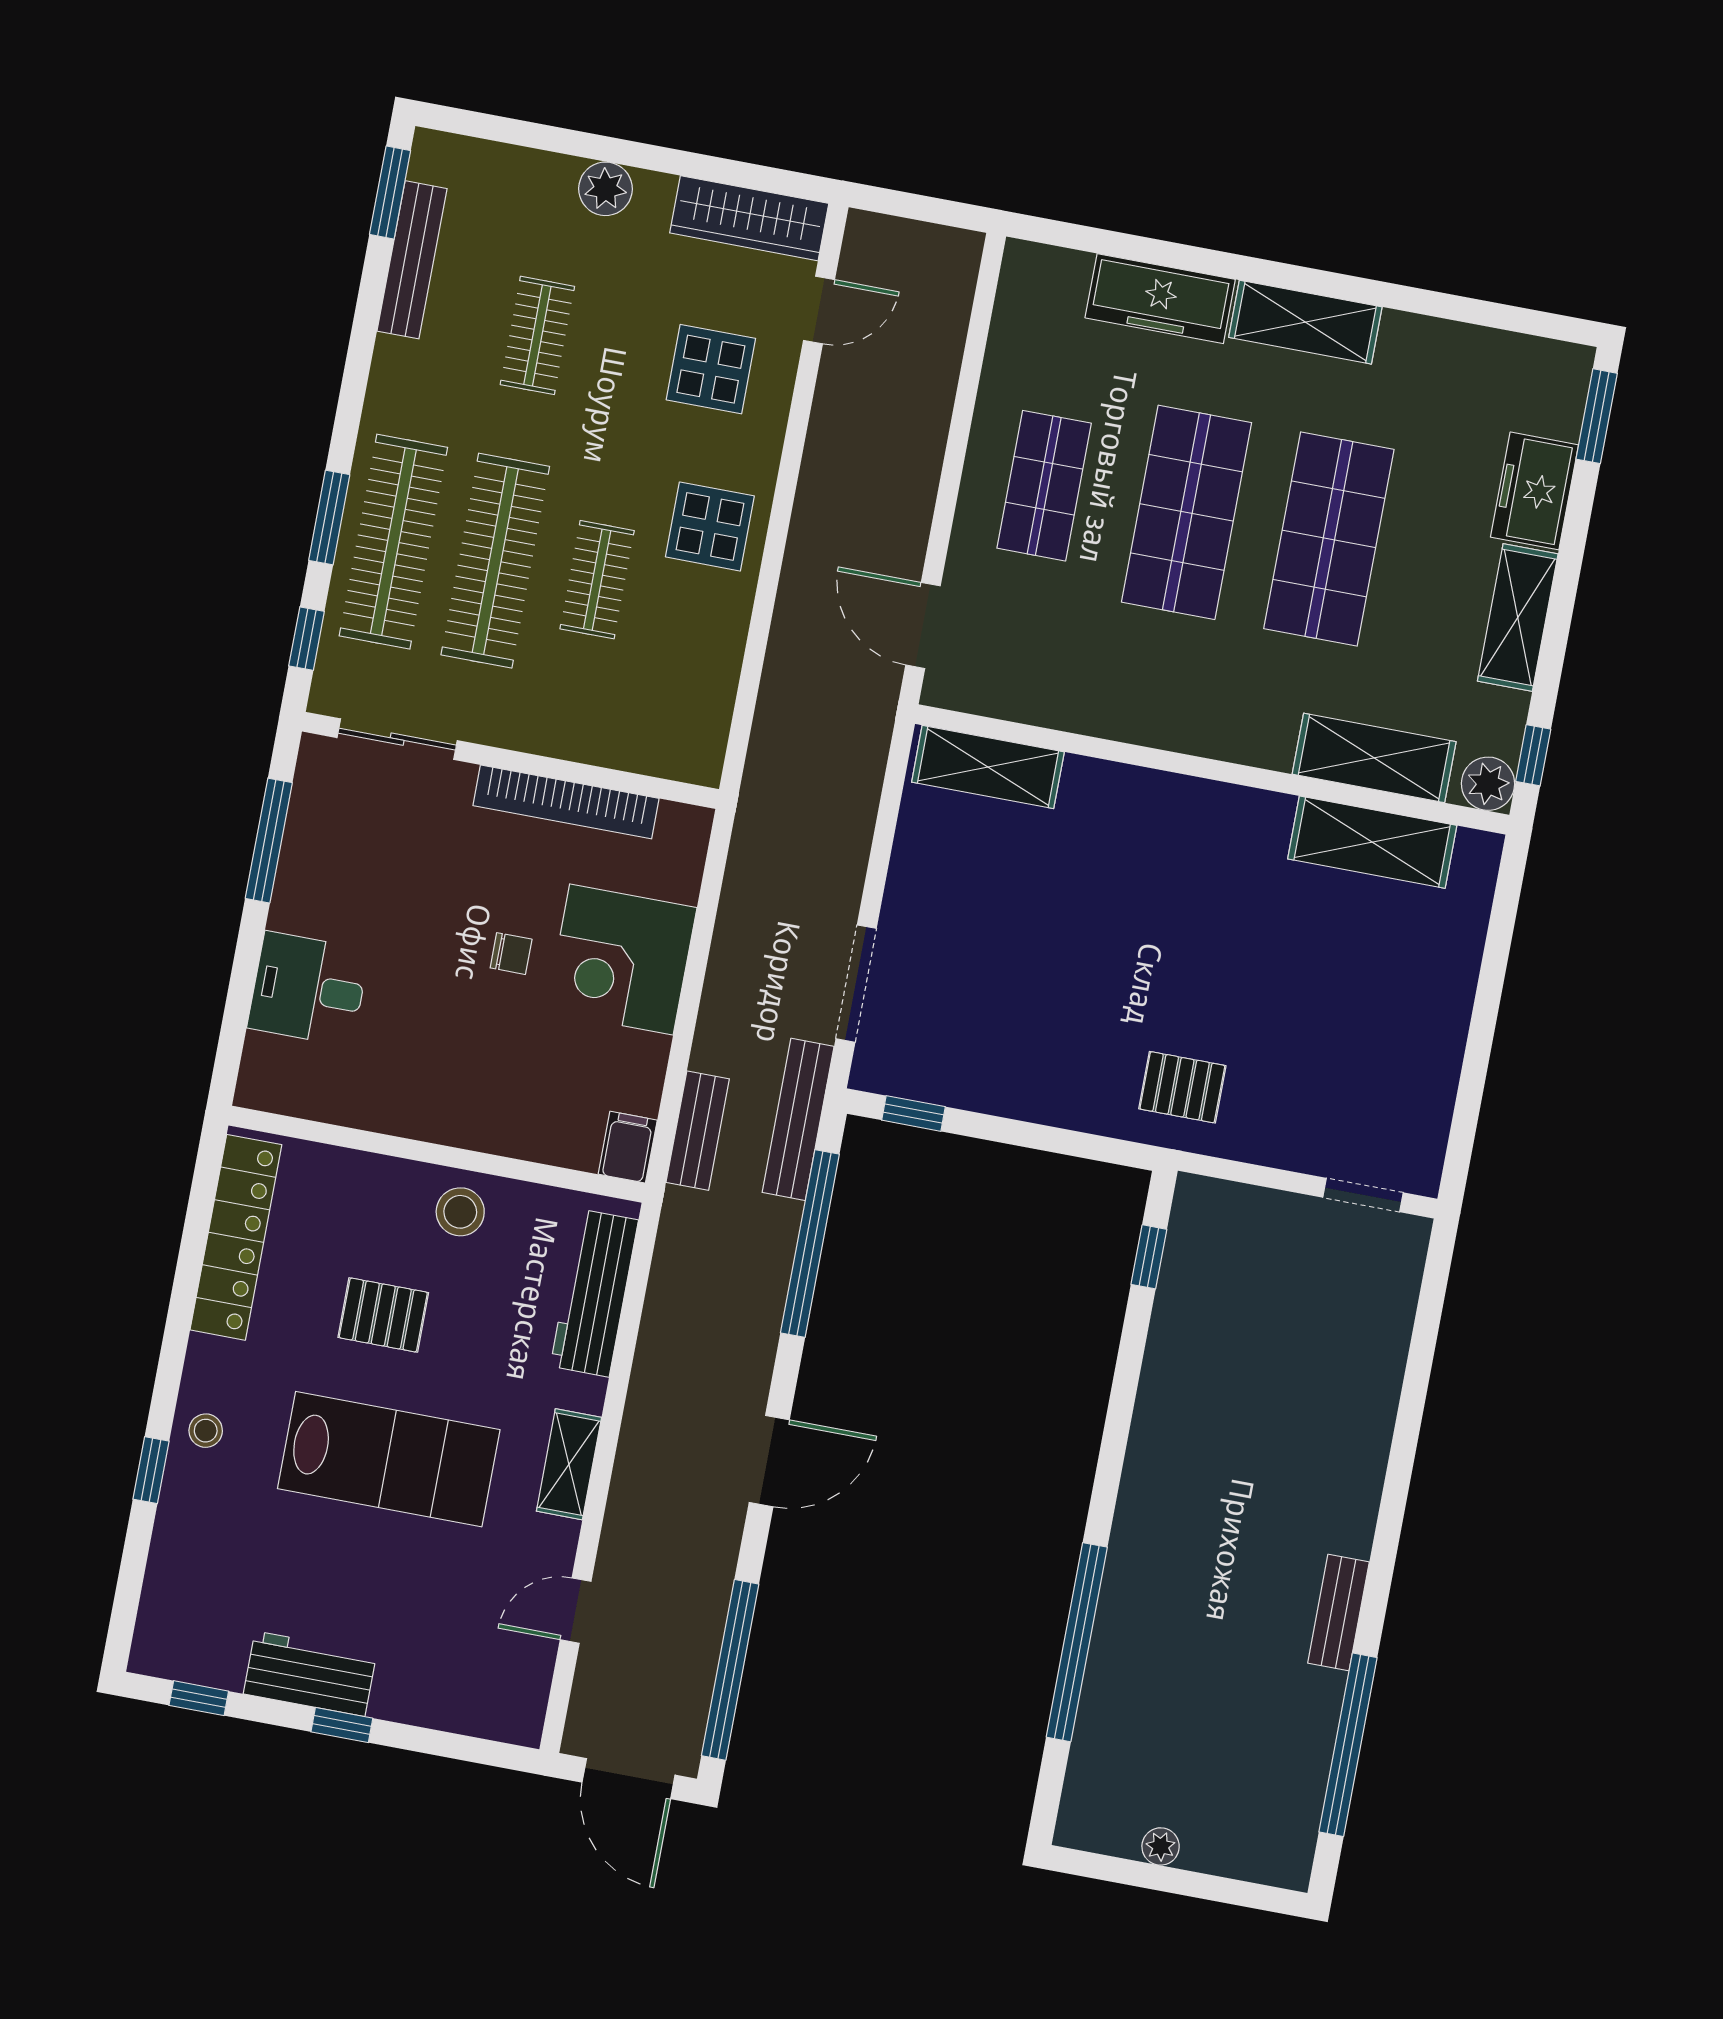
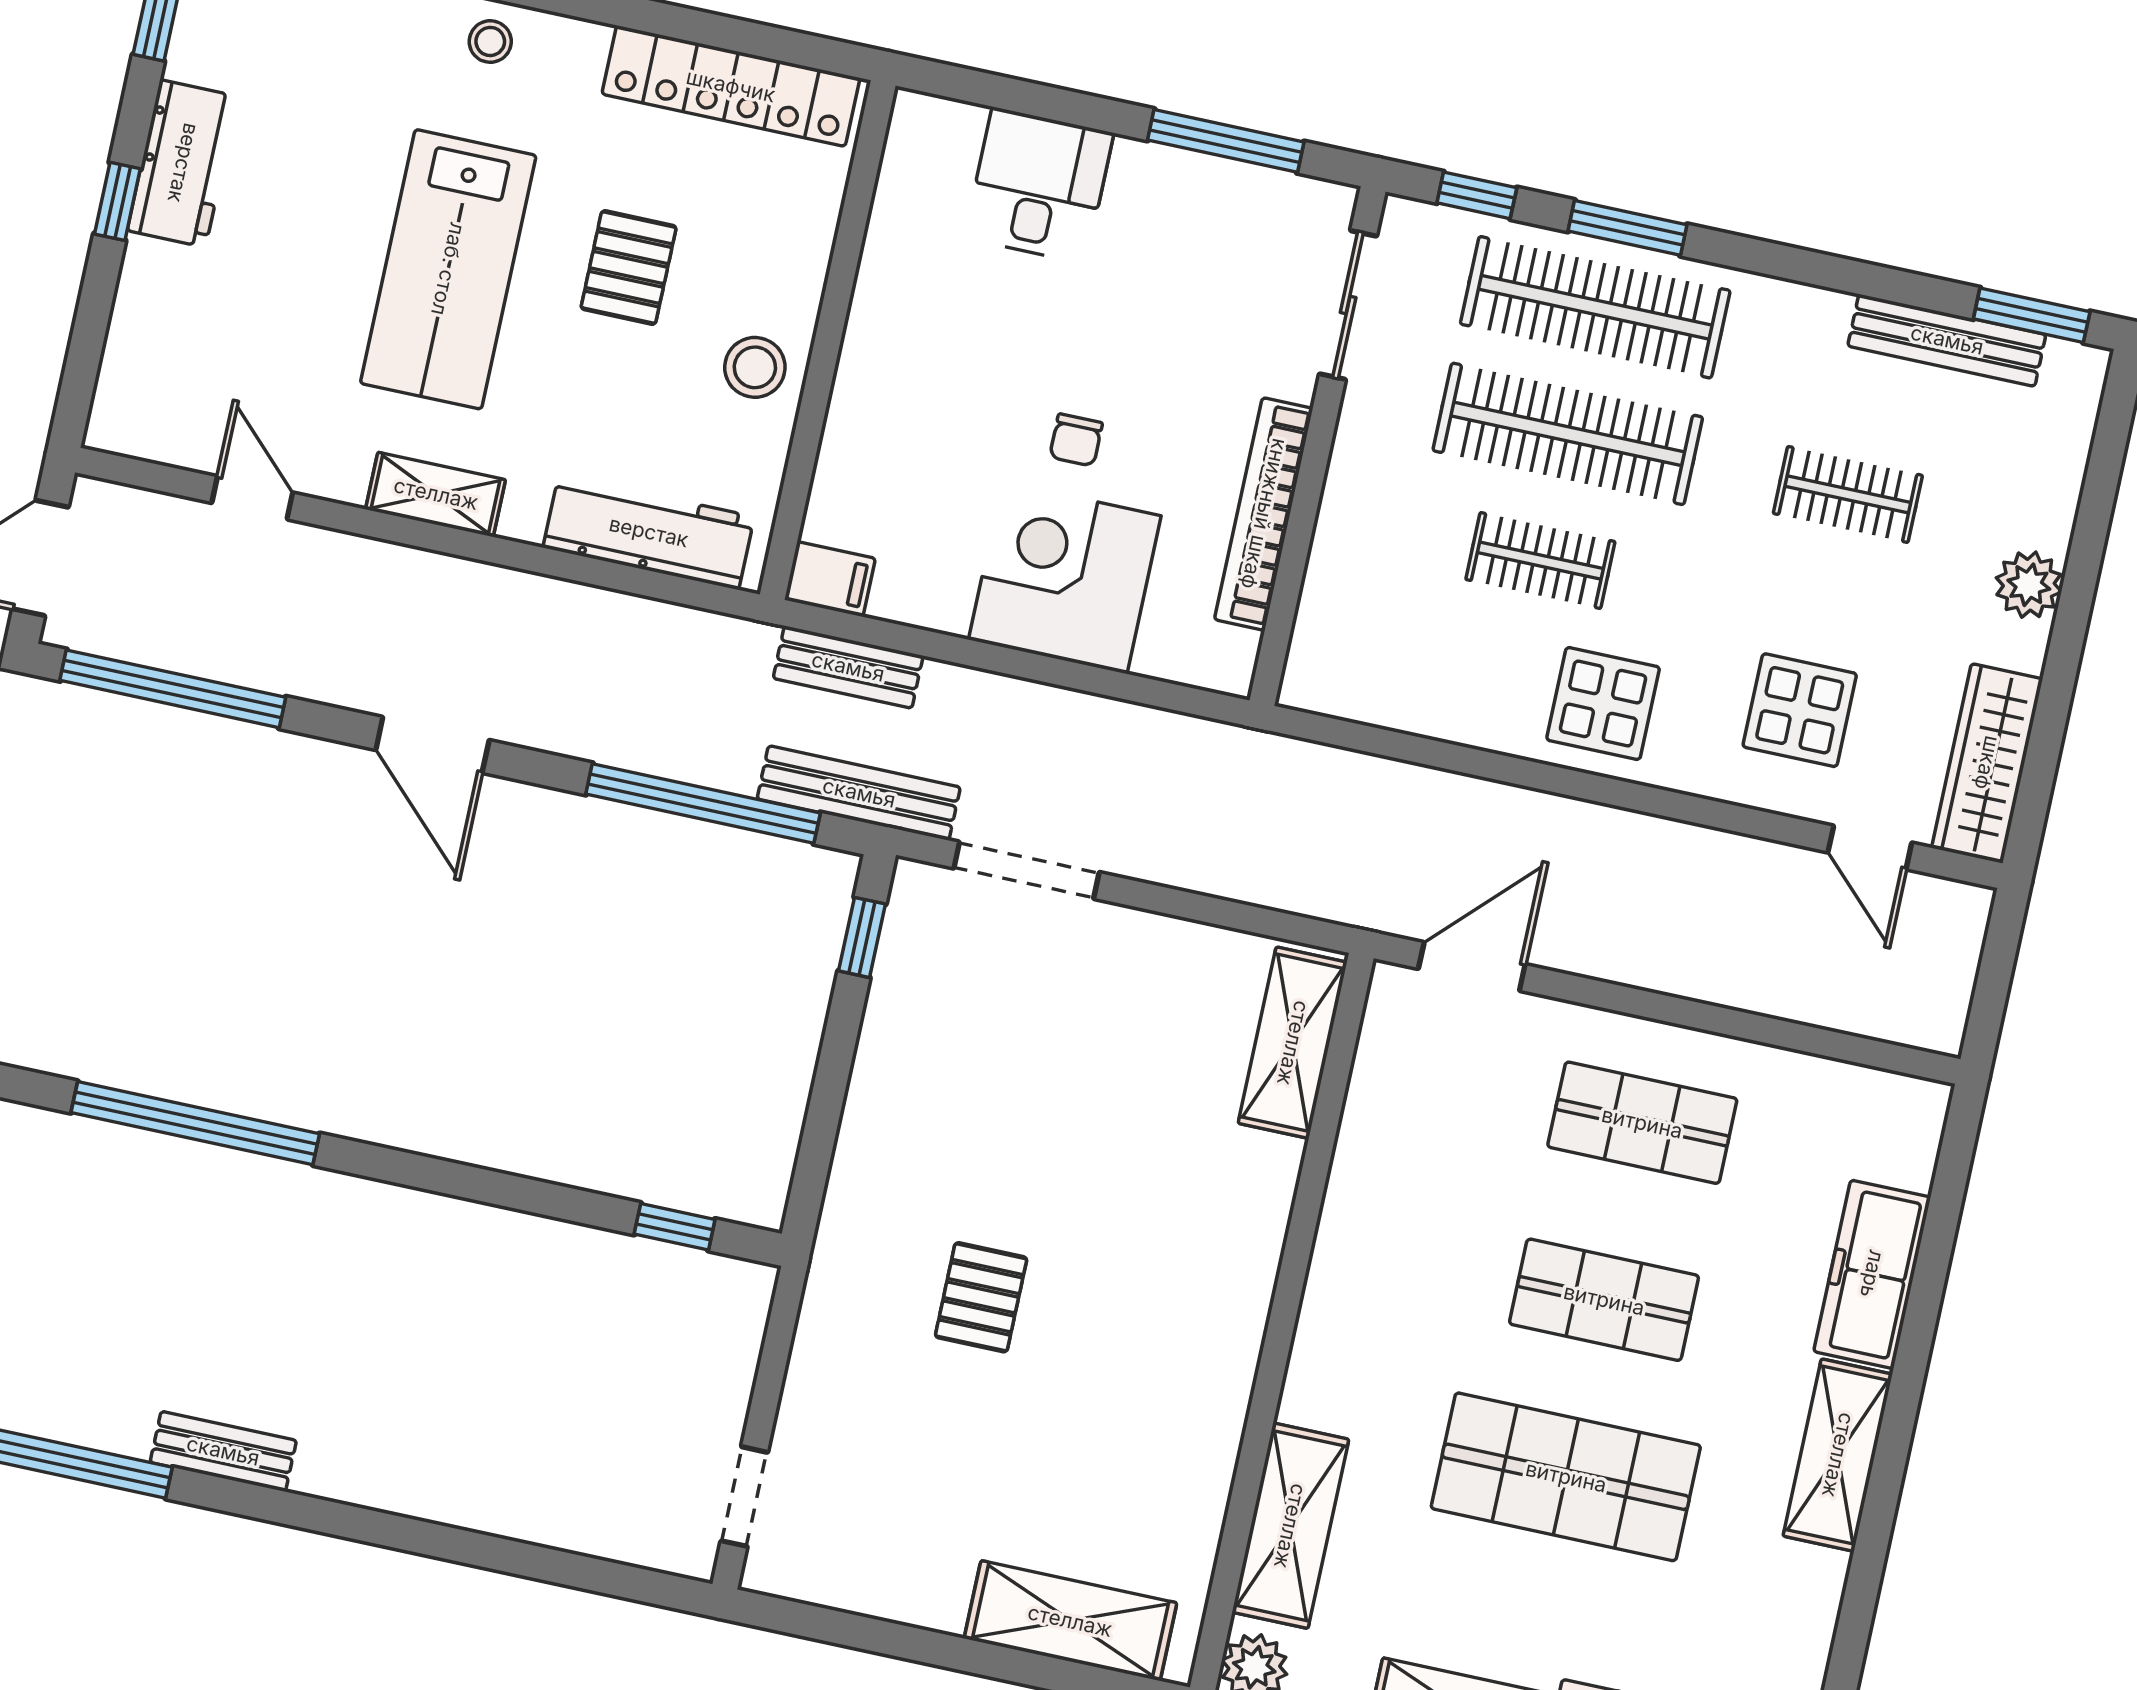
shop shelf: (1186, 512) -> (1604, 1300), width x0.70, depth x0.74
shelving: (1372, 842) -> (1070, 1621), moved, turned 90
pallet: (1182, 1087) -> (981, 1297), moved

